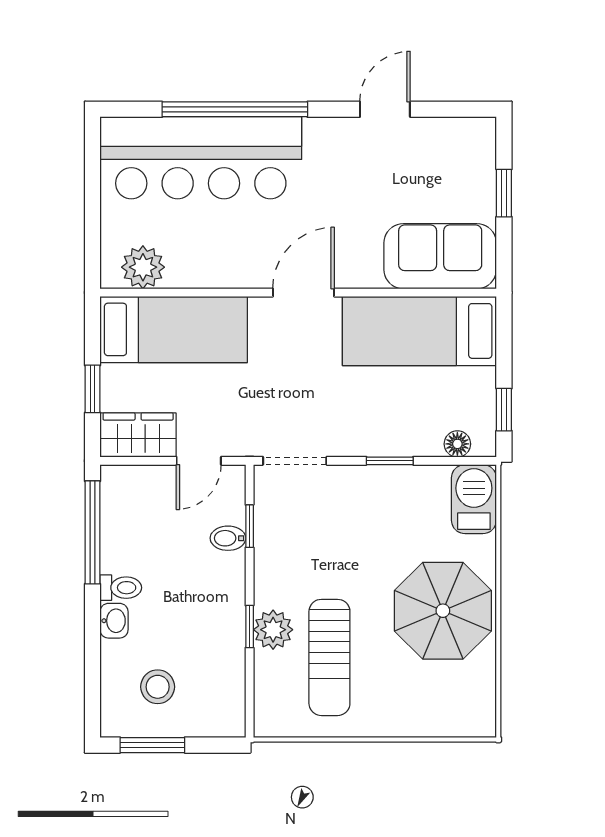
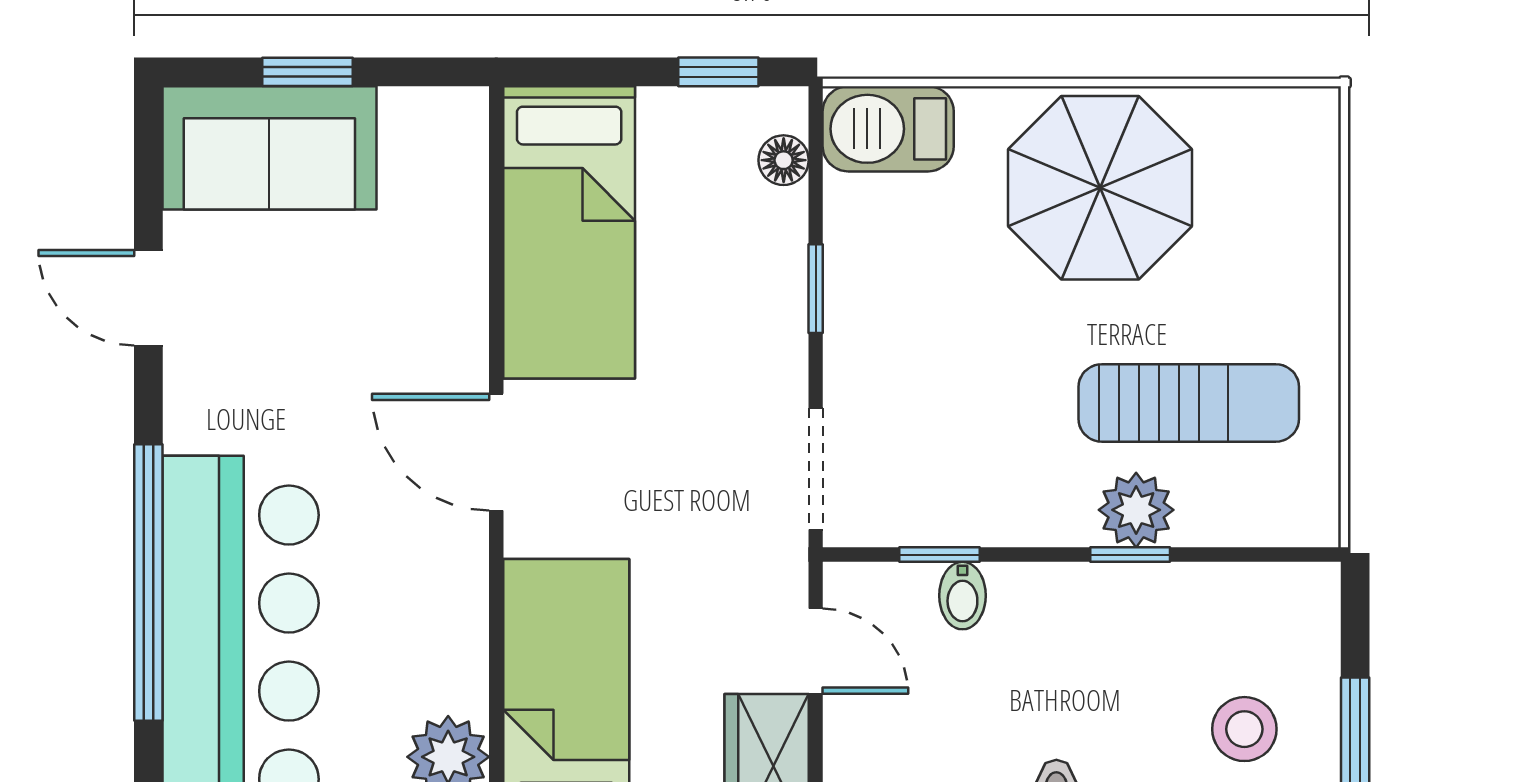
sofa: (440, 256) -> (269, 148), moved, turned -90

